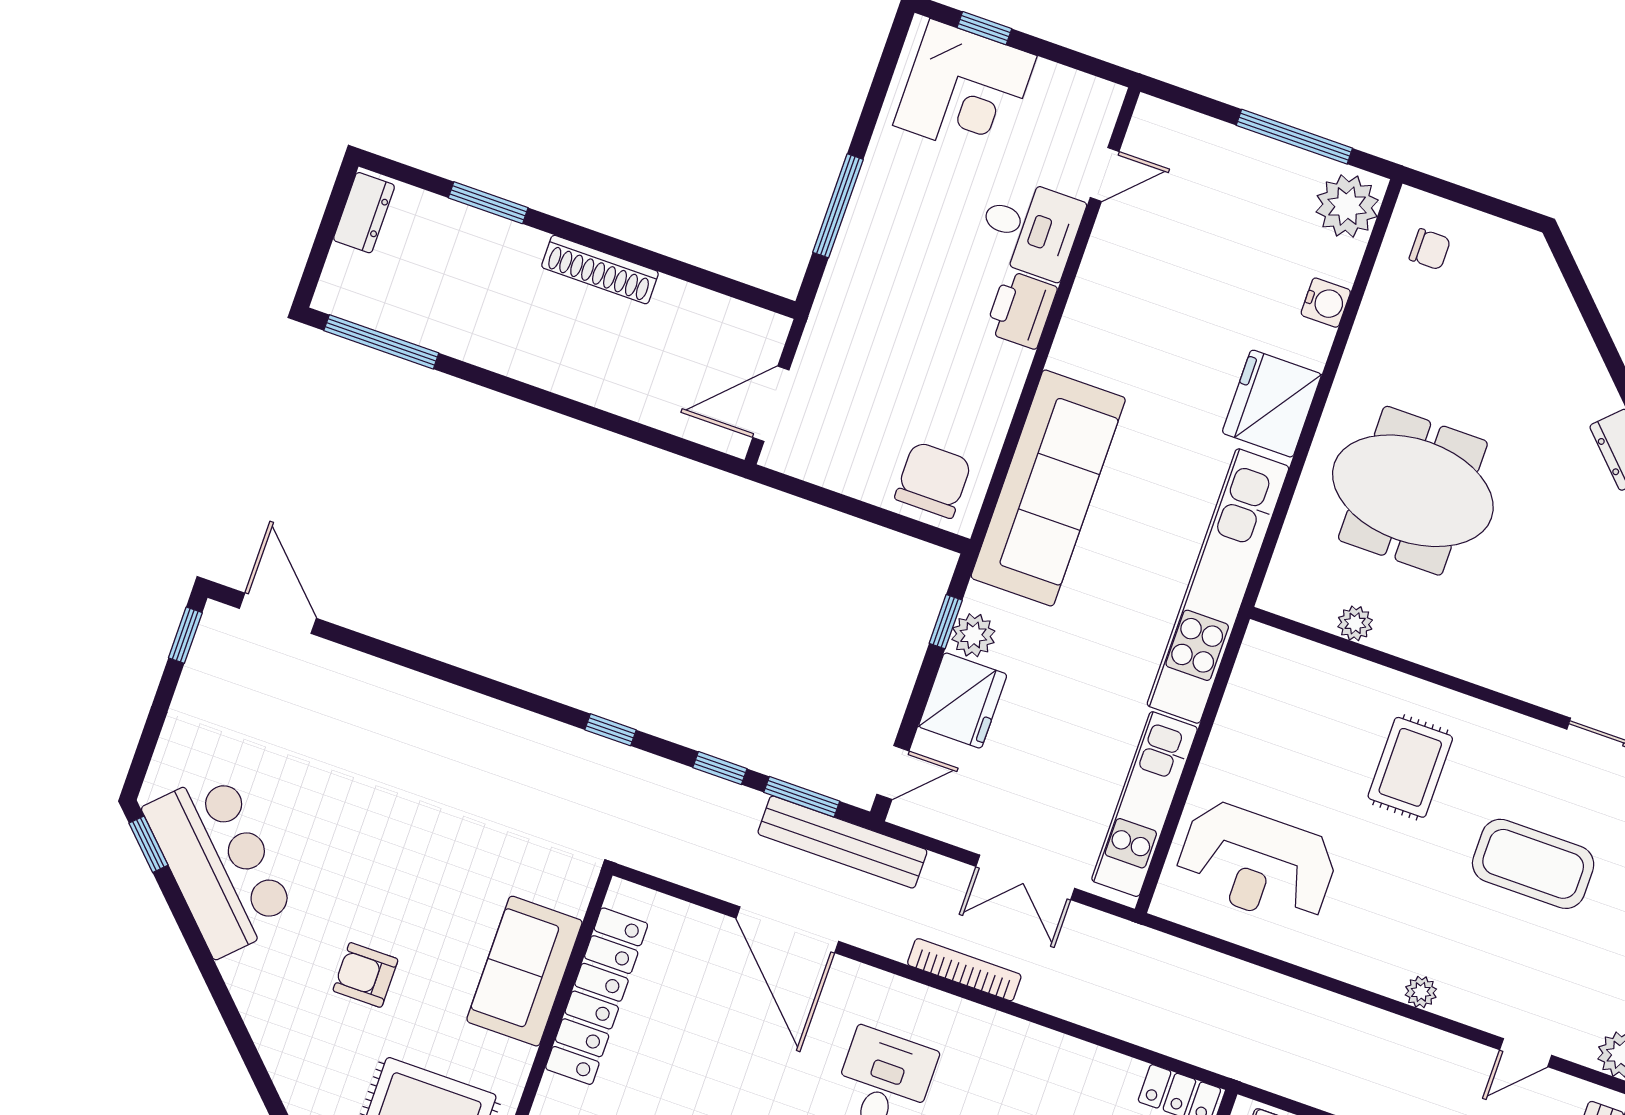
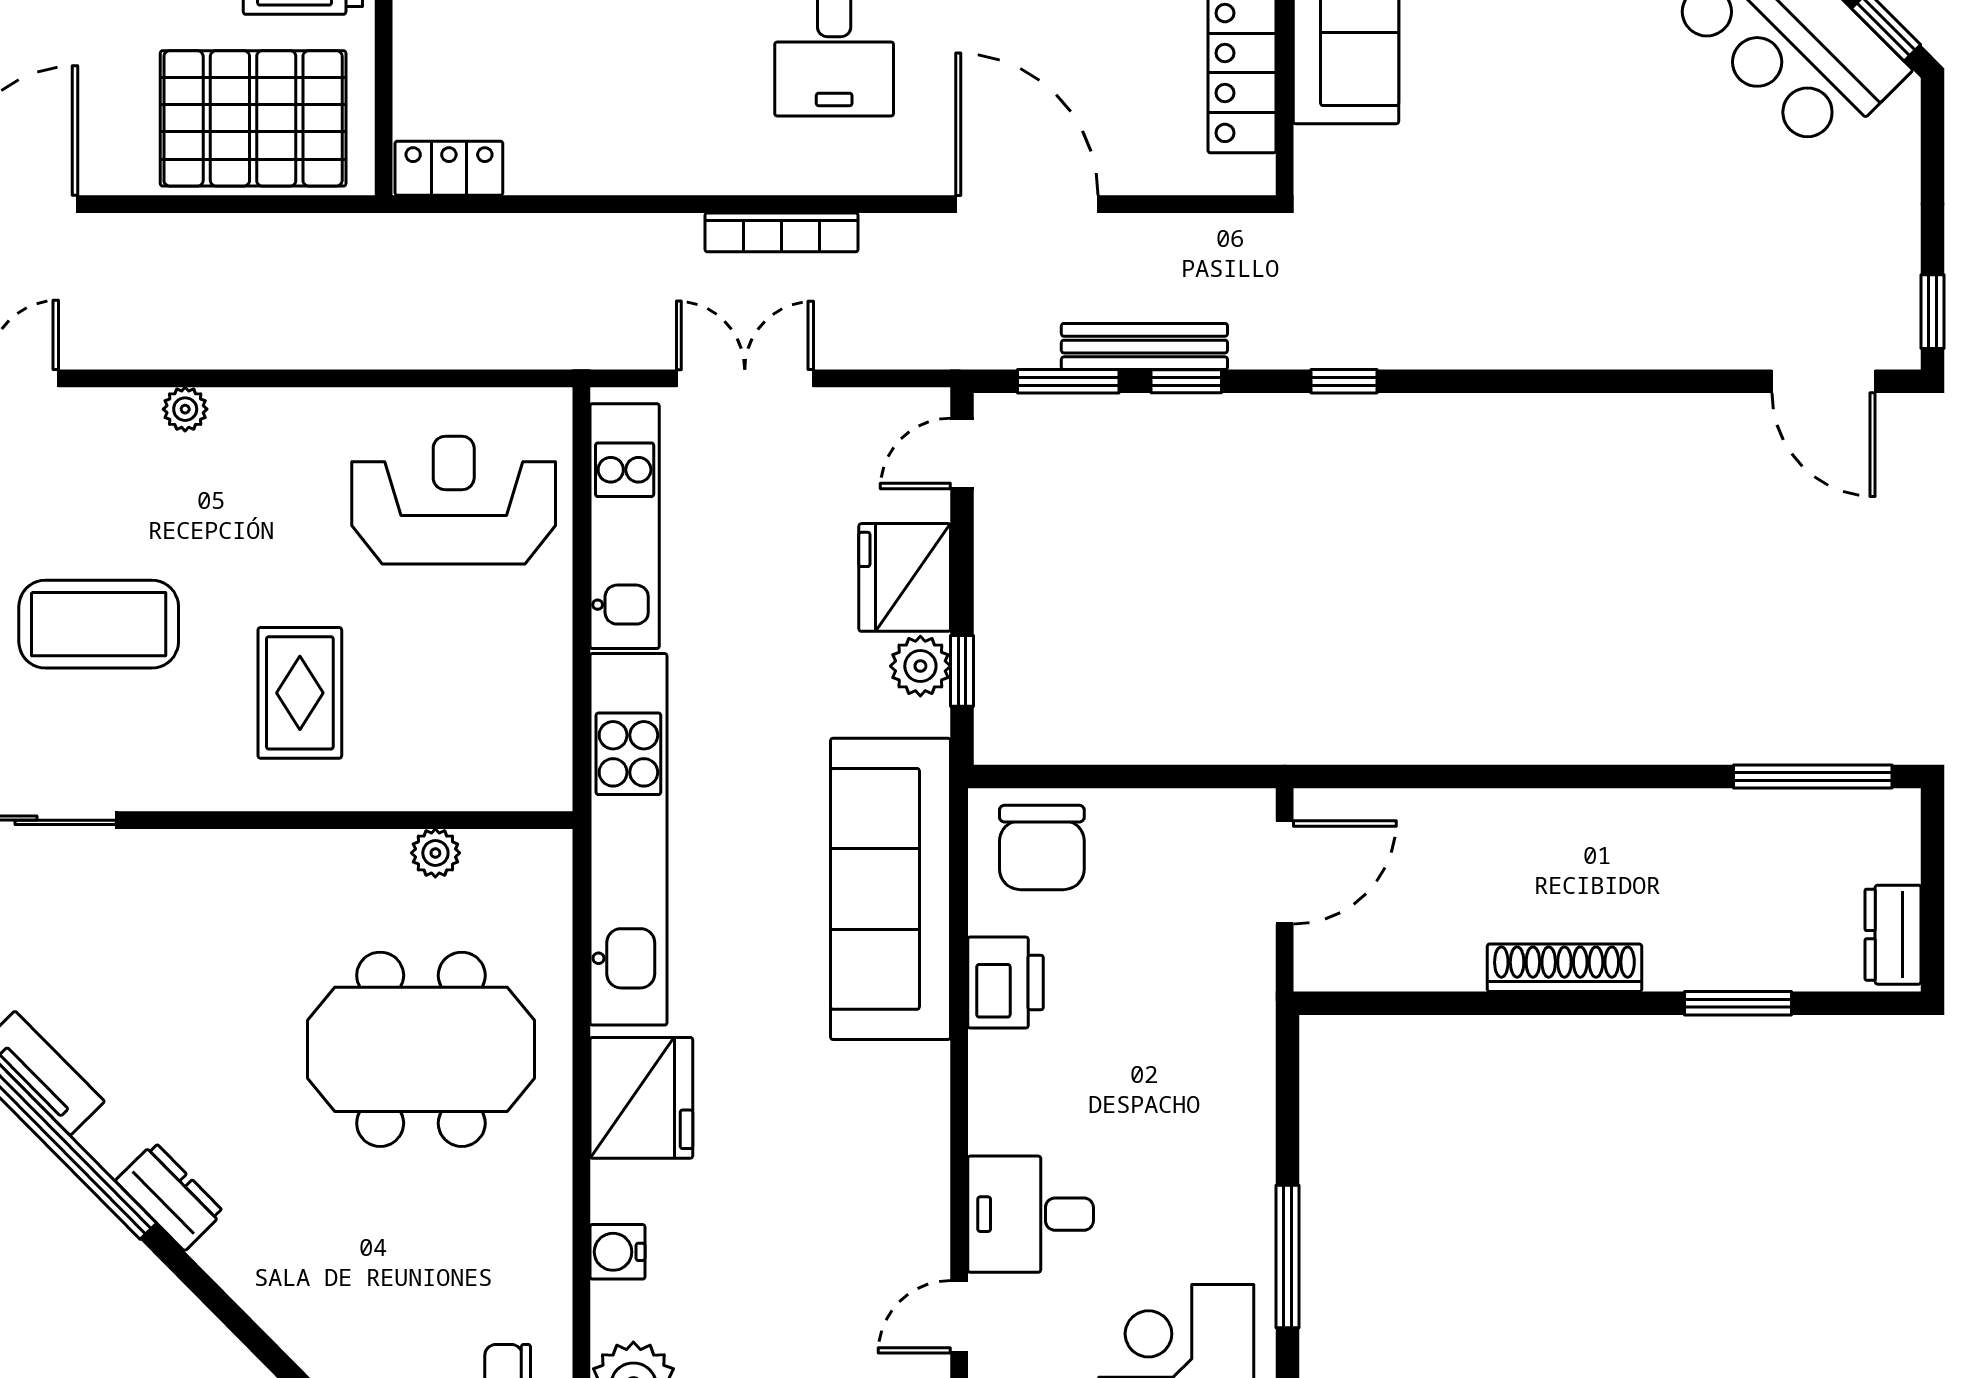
window: (838, 206) -> (1287, 1256), moved
printer: (1021, 310) -> (1005, 983), moved
bench: (842, 842) -> (1144, 347), moved, width x0.73, depth x0.82

